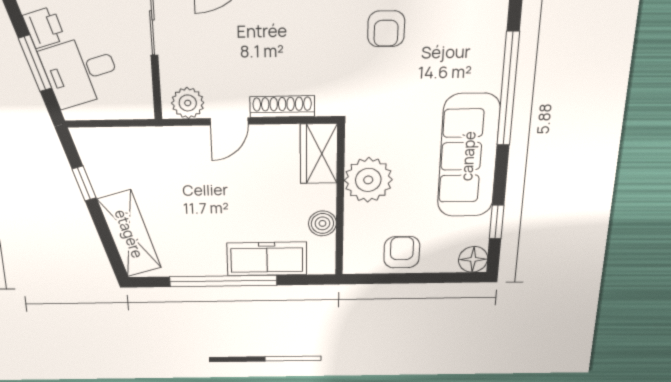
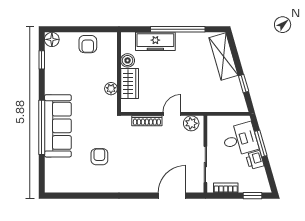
wardrobe: (319, 154) -> (130, 84), moved
sofa: (468, 156) -> (58, 126), moved
plant: (368, 180) -> (111, 89), width x0.53, depth x0.53

